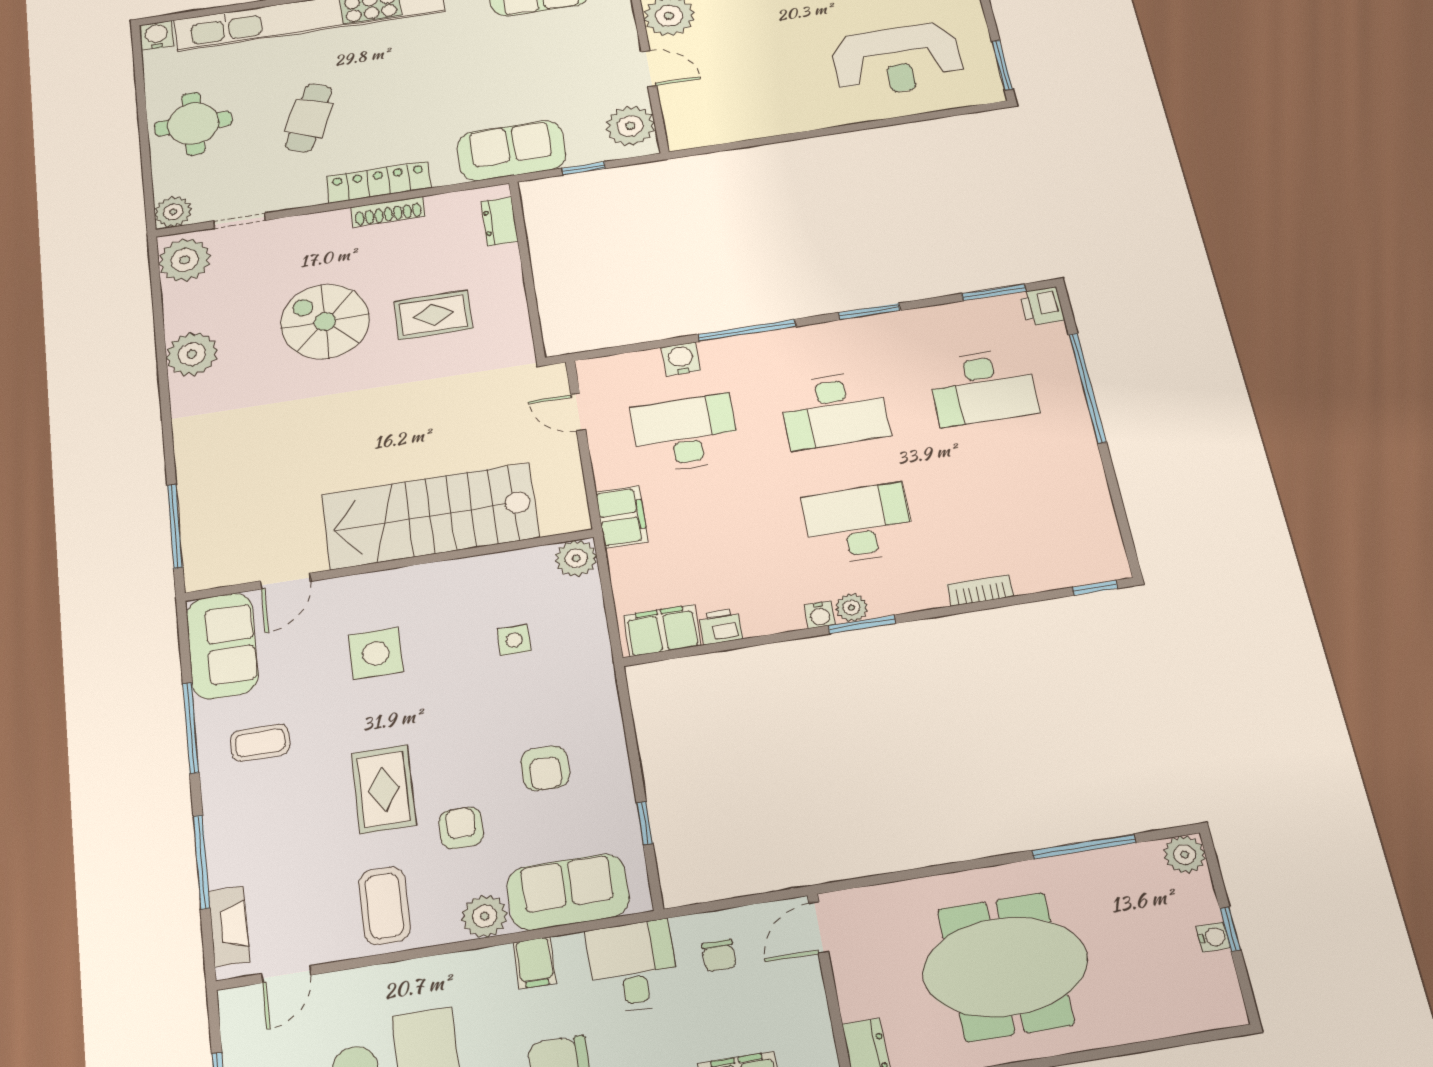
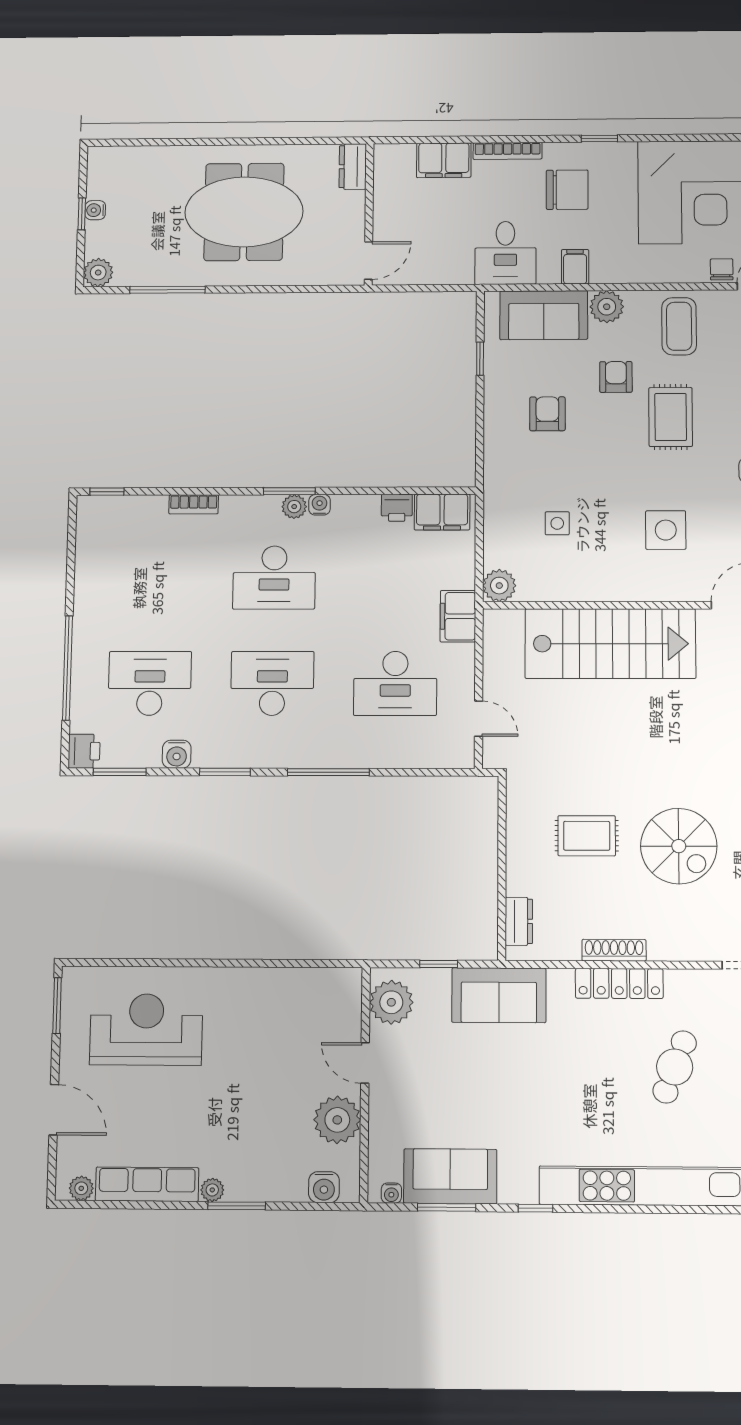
water cooler: (681, 359) -> (177, 754), moved
armchair: (461, 828) -> (616, 377), turned 180
chair: (719, 955) -> (722, 269), moved

